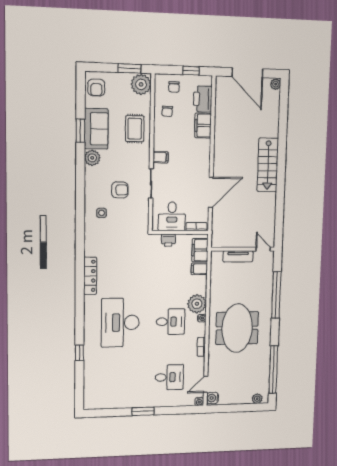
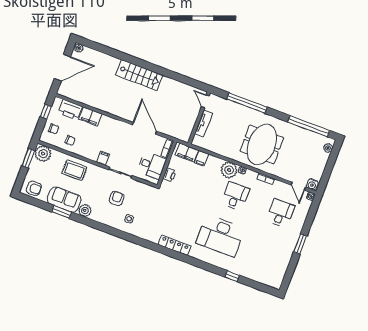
door: (263, 249) -> (205, 101), hinge flipped
meeting table: (237, 328) -> (262, 144), turned 90

